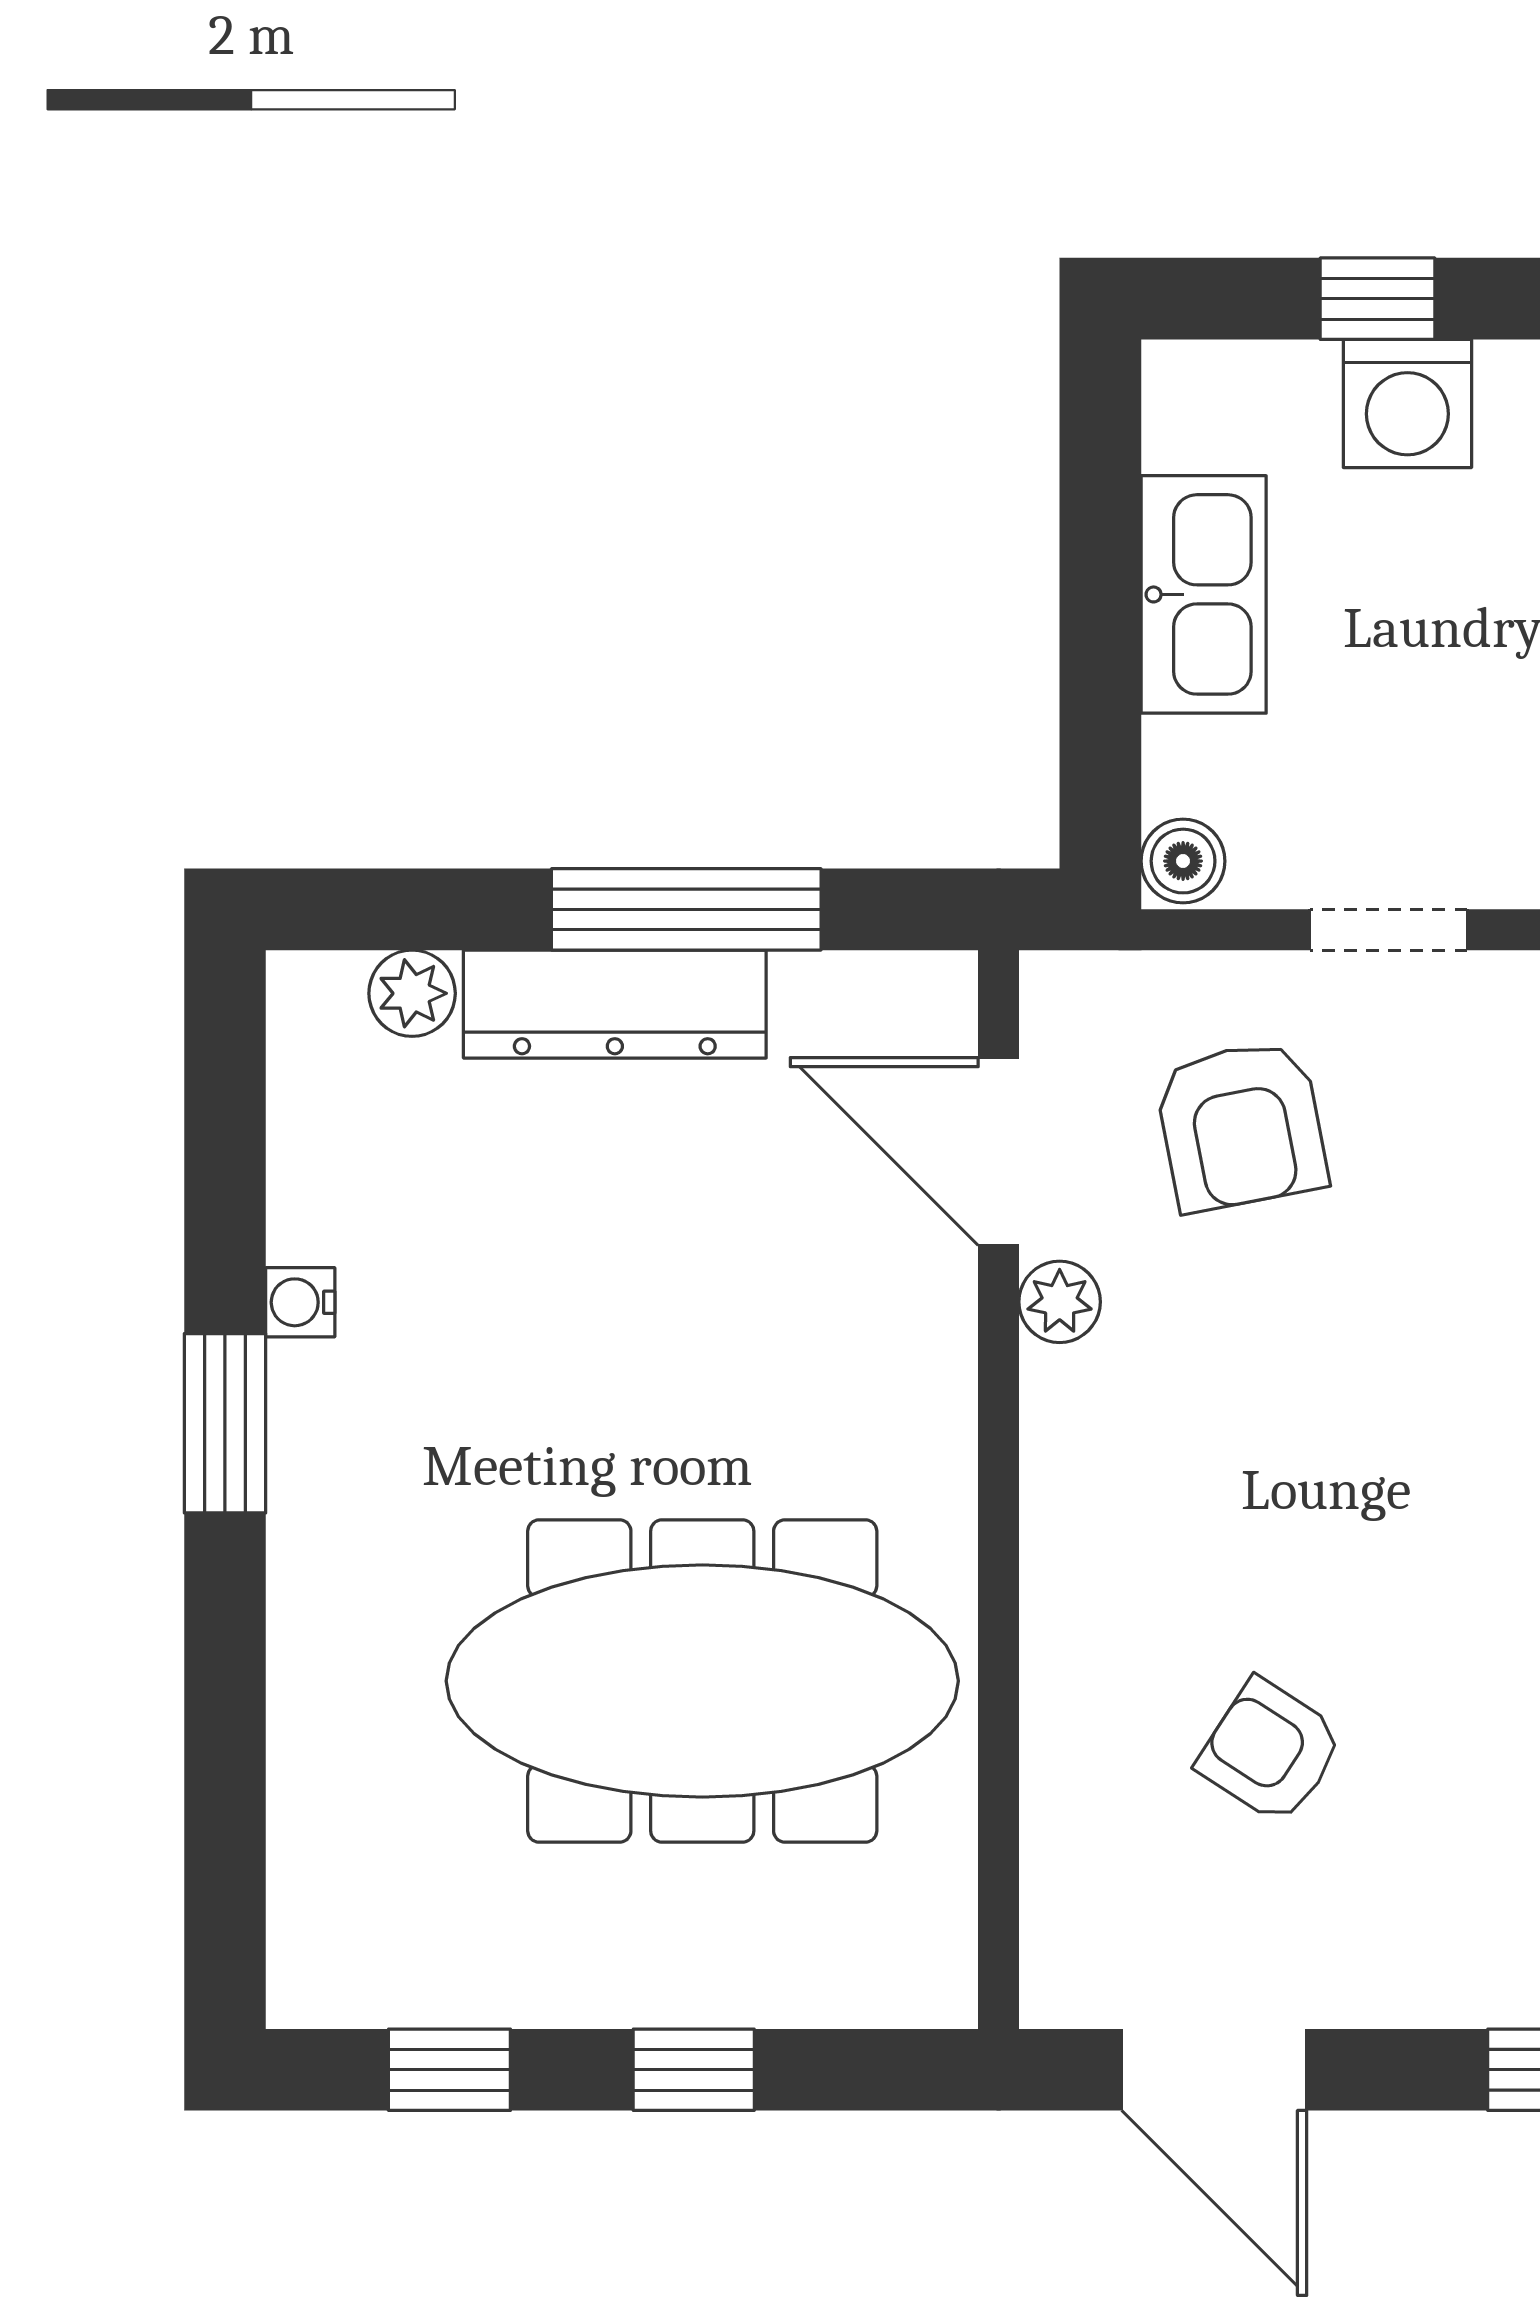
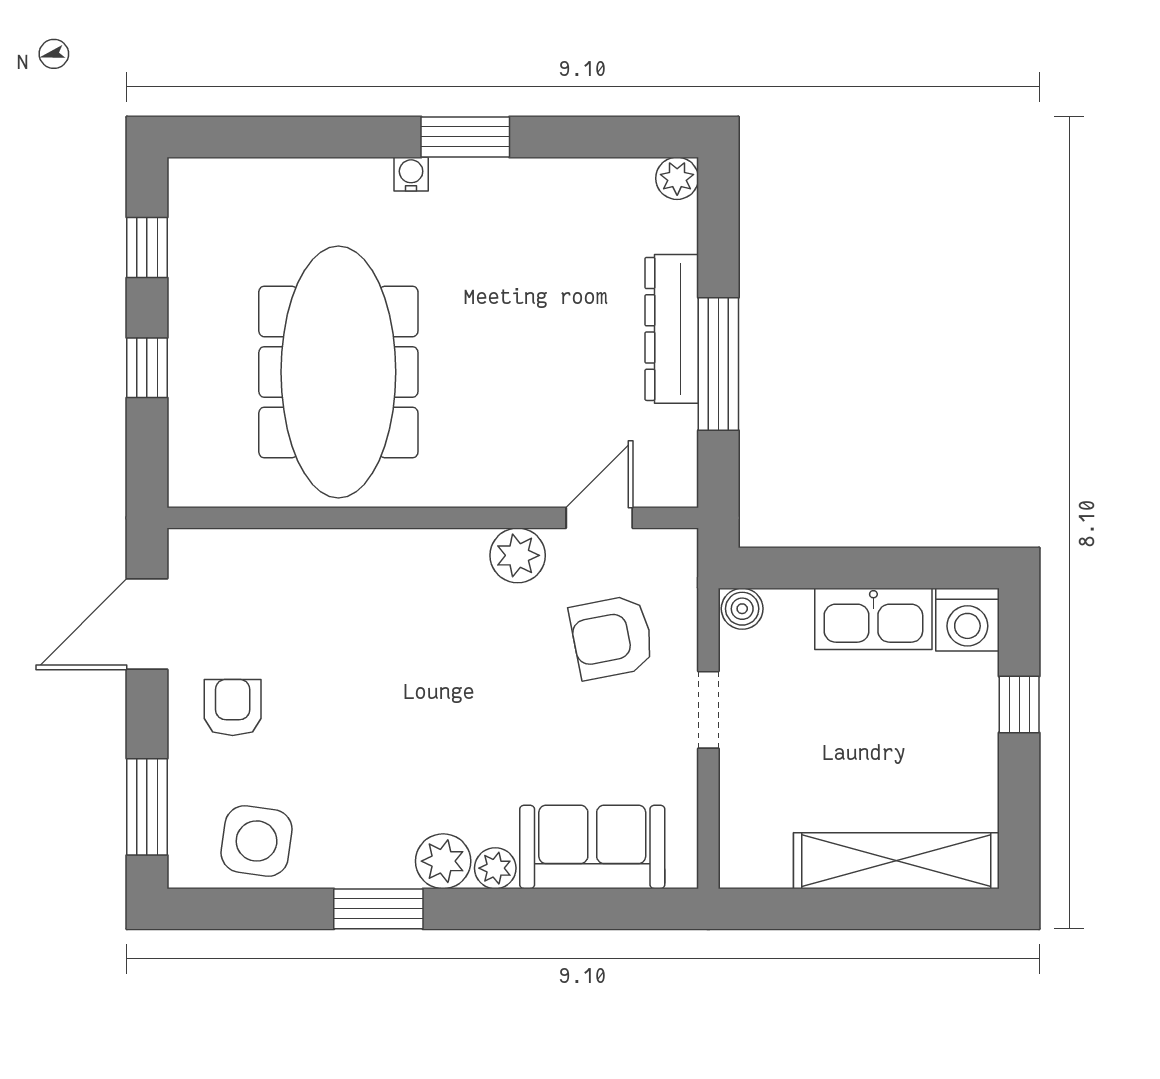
washing machine: (1407, 403) -> (967, 620), moved, turned -90
plant: (412, 993) -> (677, 178), moved
door: (999, 1151) -> (599, 518), width x0.73
water cooler: (300, 1302) -> (411, 174), moved
plant: (1060, 1302) -> (518, 555), width x1.38, depth x1.38
armchair: (1271, 1751) -> (233, 707), moved, turned -33

